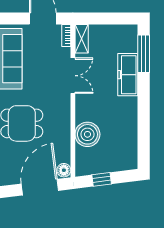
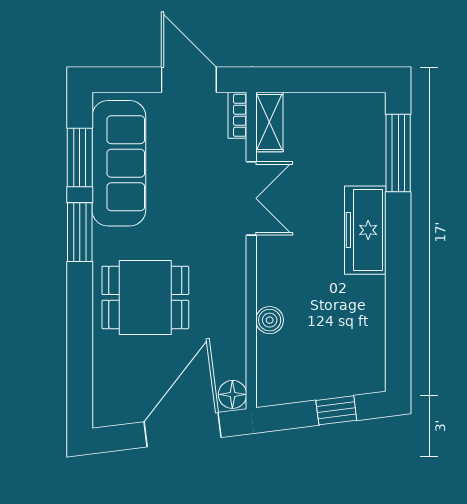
freezer: (128, 75) -> (365, 230), moved
boiler: (87, 134) -> (270, 320), width x0.54, depth x0.54
window: (102, 179) -> (336, 410), moved

